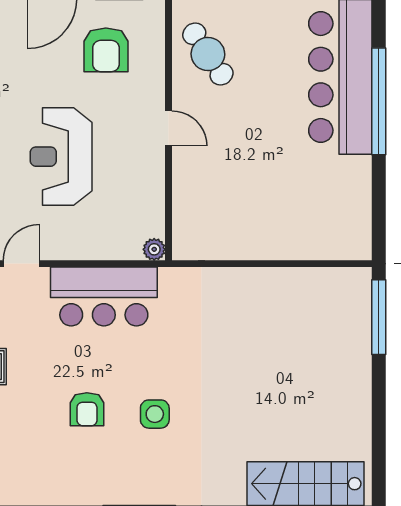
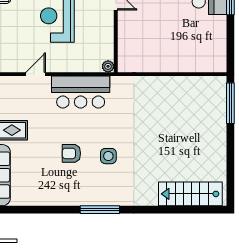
armchair: (87, 409) -> (71, 153), turned 90

